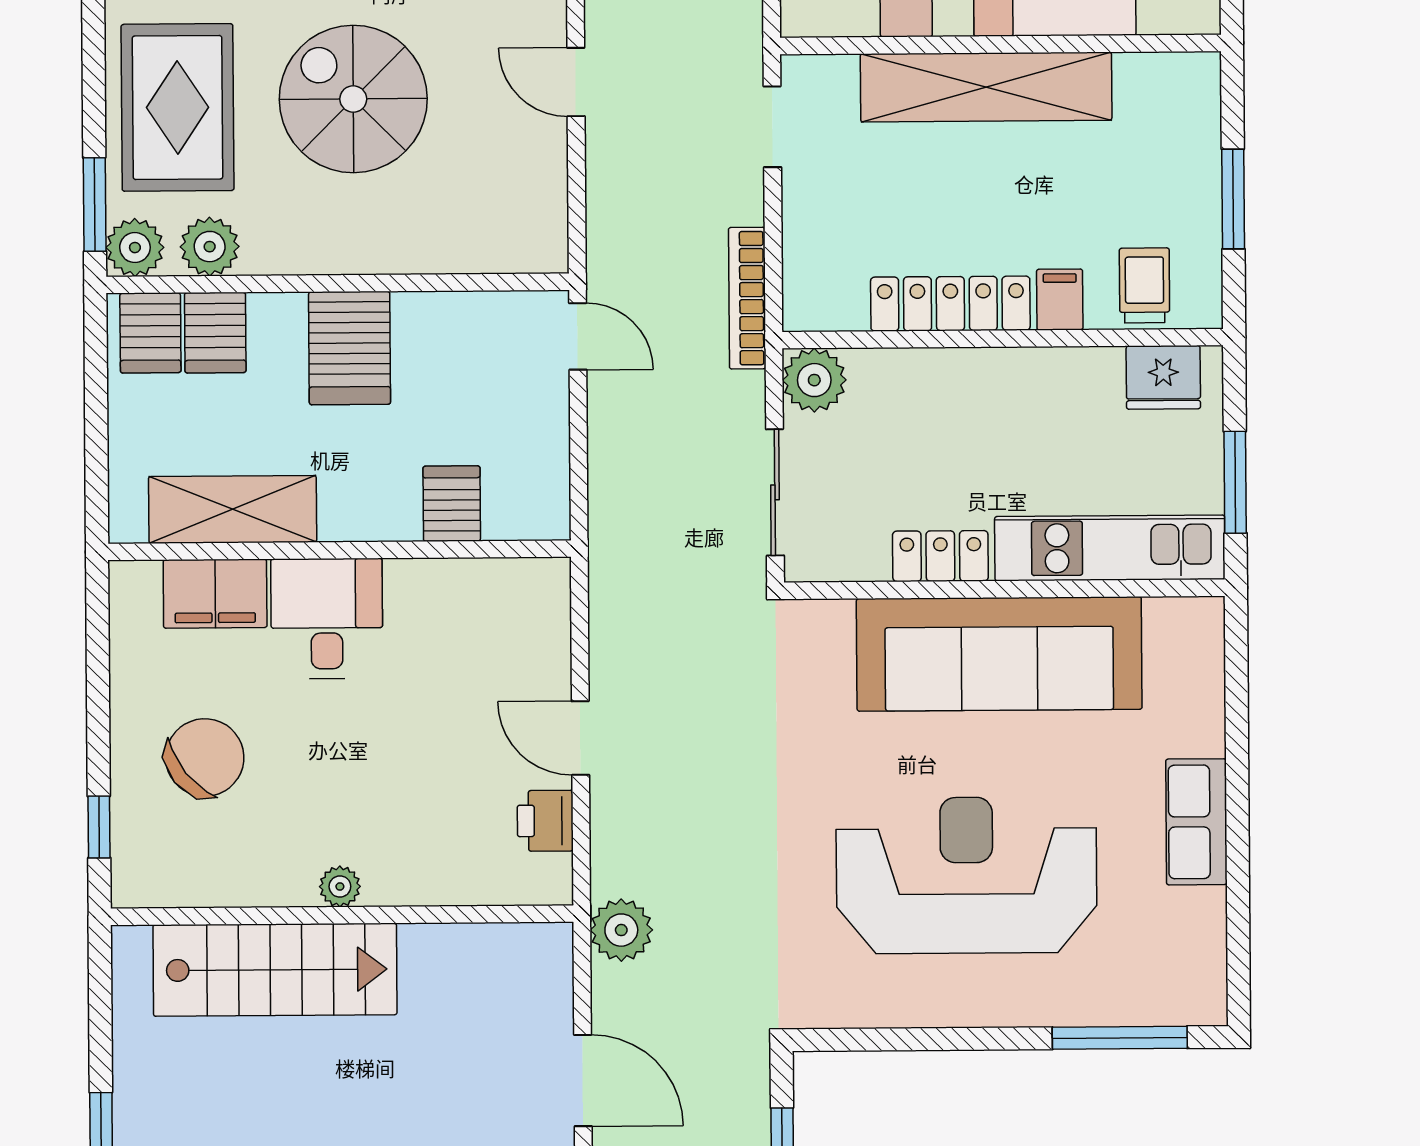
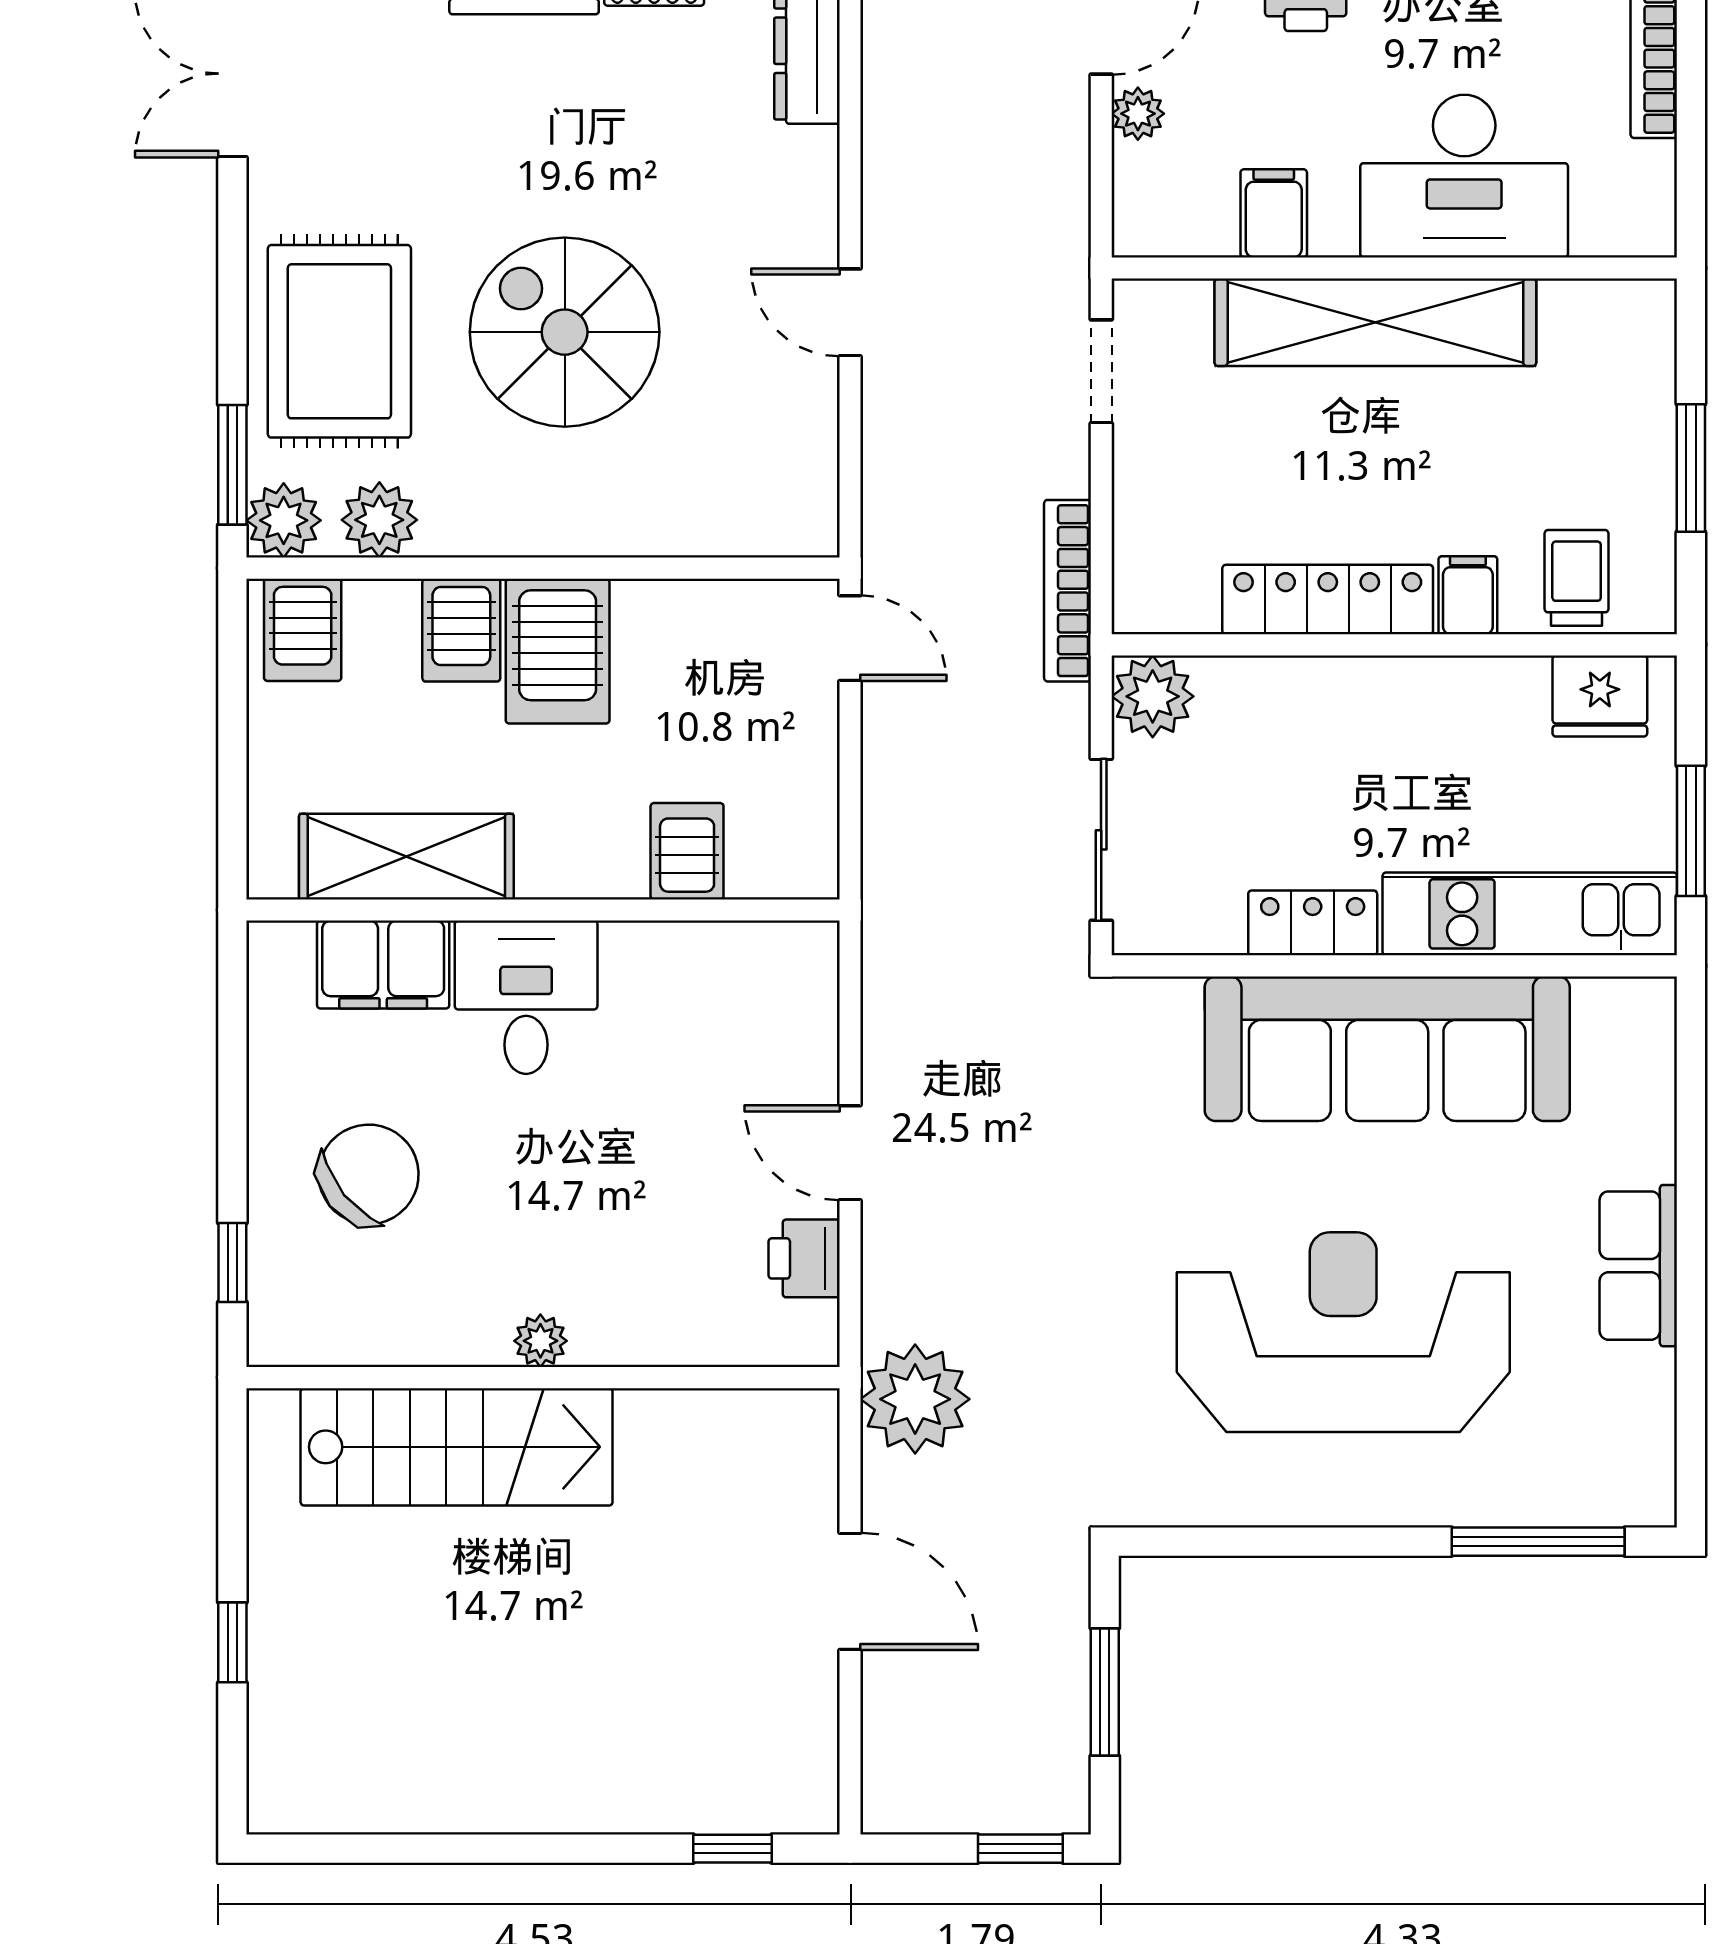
server rack: (215, 333) -> (461, 630), moved
plant: (621, 930) -> (915, 1399), width x1.36, depth x1.36

